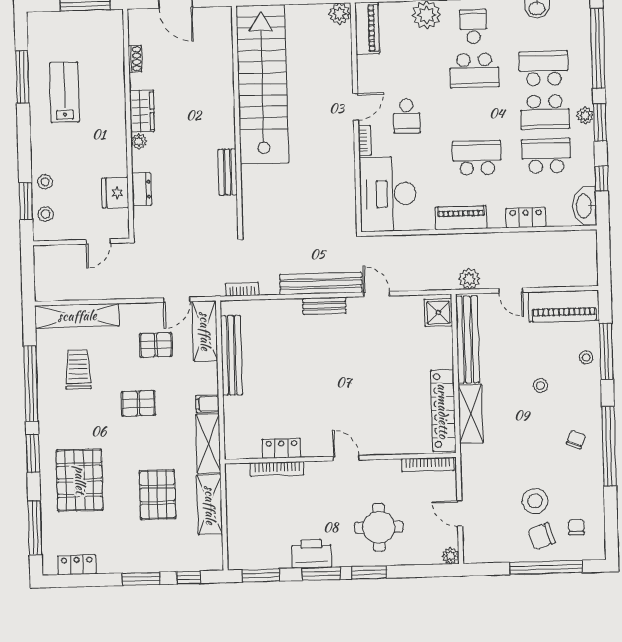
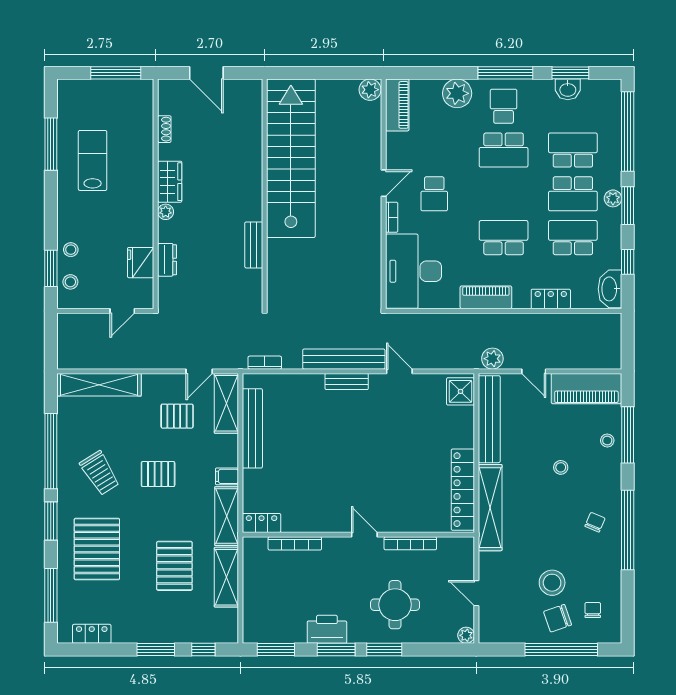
trolley: (78, 370) -> (100, 473), moved, turned 148
shelving: (471, 414) -> (490, 508), width x1.47
locker: (282, 448) -> (262, 523), moved
bookcase: (428, 465) -> (410, 543), moved

